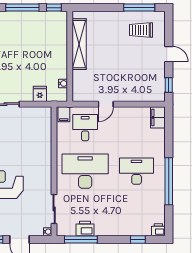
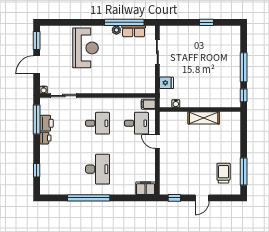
shelving: (79, 44) -> (204, 118), width x0.68
desk: (85, 171) -> (98, 123), width x0.53, depth x0.77
printer: (158, 230) -> (45, 138), moved

